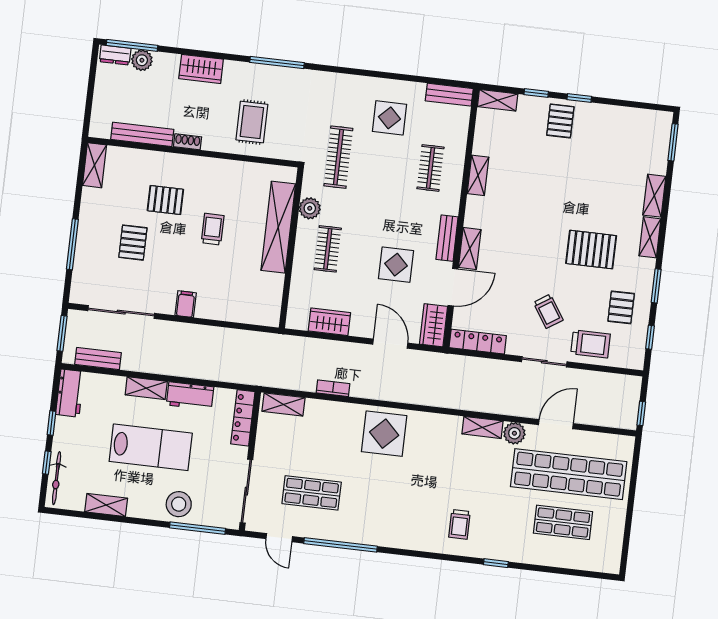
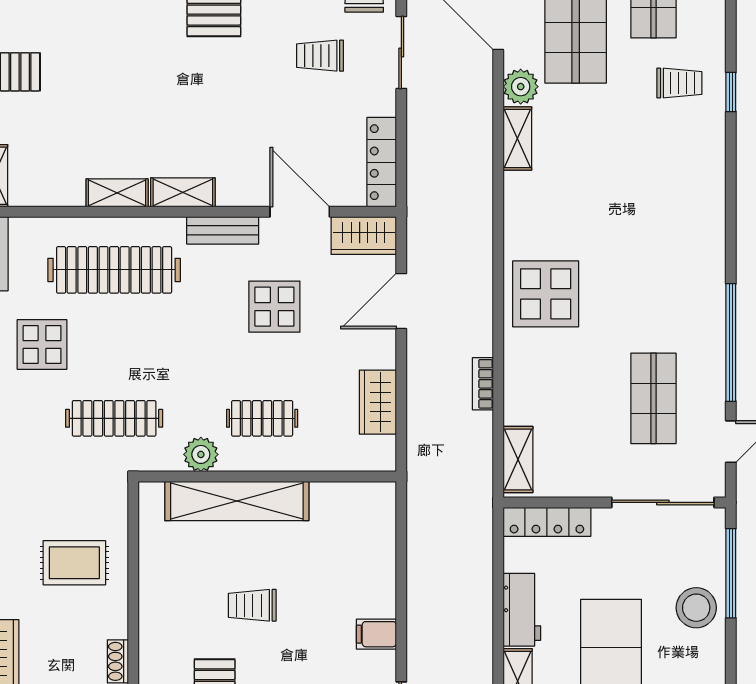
clothes rail: (430, 168) -> (114, 270), width x1.86, depth x1.31
shelving: (470, 248) -> (183, 192), moved
trolley: (548, 311) -> (320, 56), turned -147
trolley: (460, 524) -> (679, 83), moved

